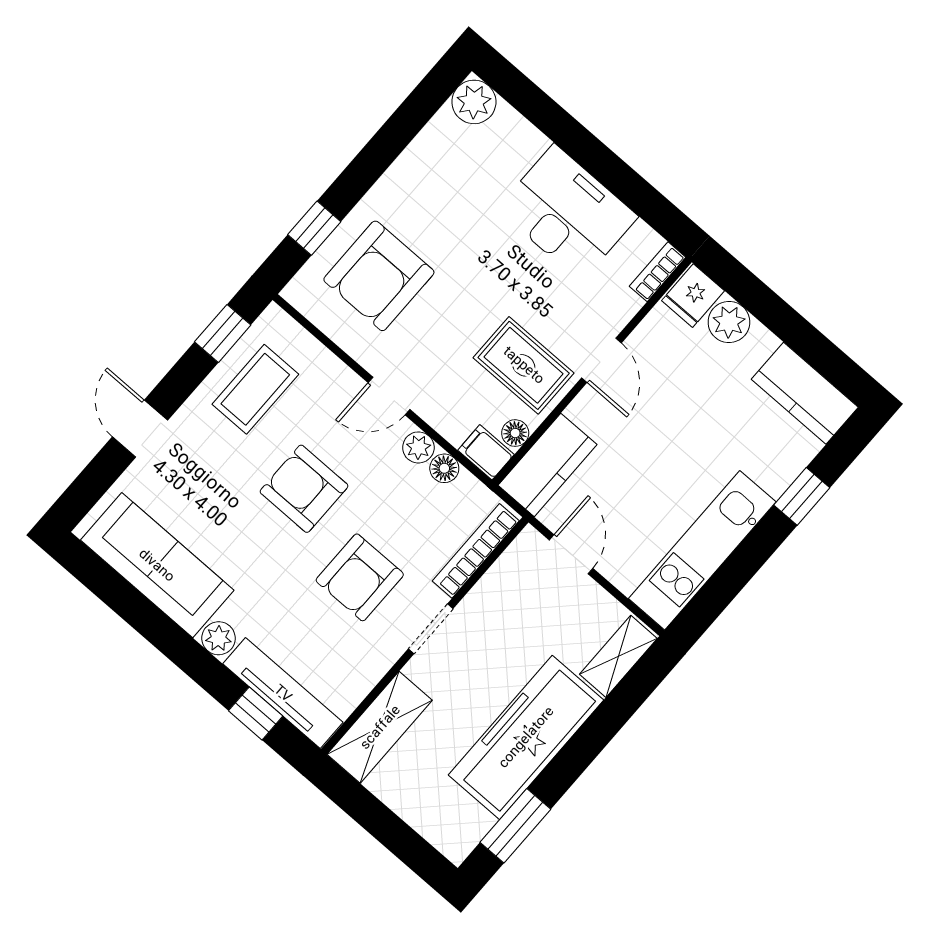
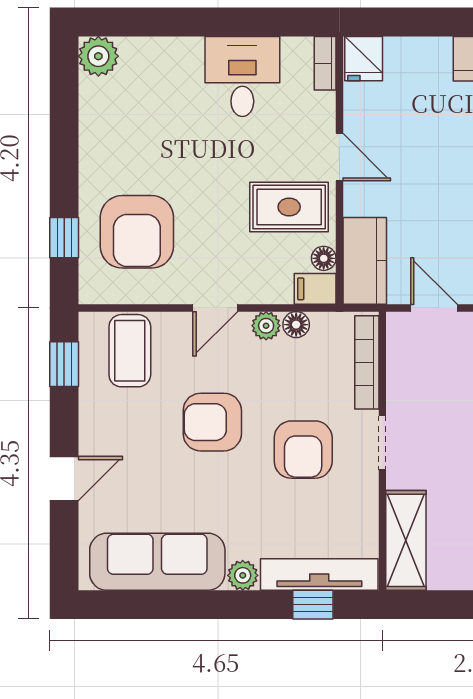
desk: (568, 213) -> (242, 76), width x0.73
plant: (729, 322) -> (404, 55), removed
coffee table: (255, 389) -> (130, 351), moved
door: (140, 429) -> (64, 478), swing flipped

